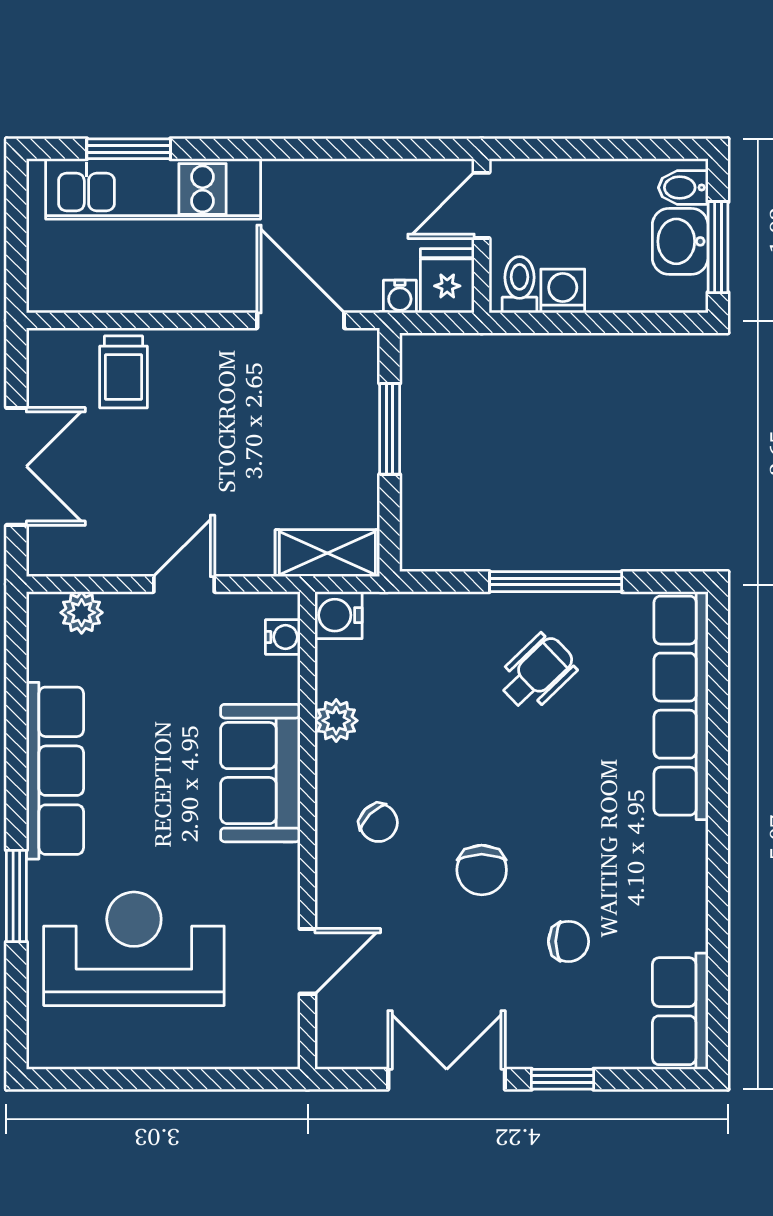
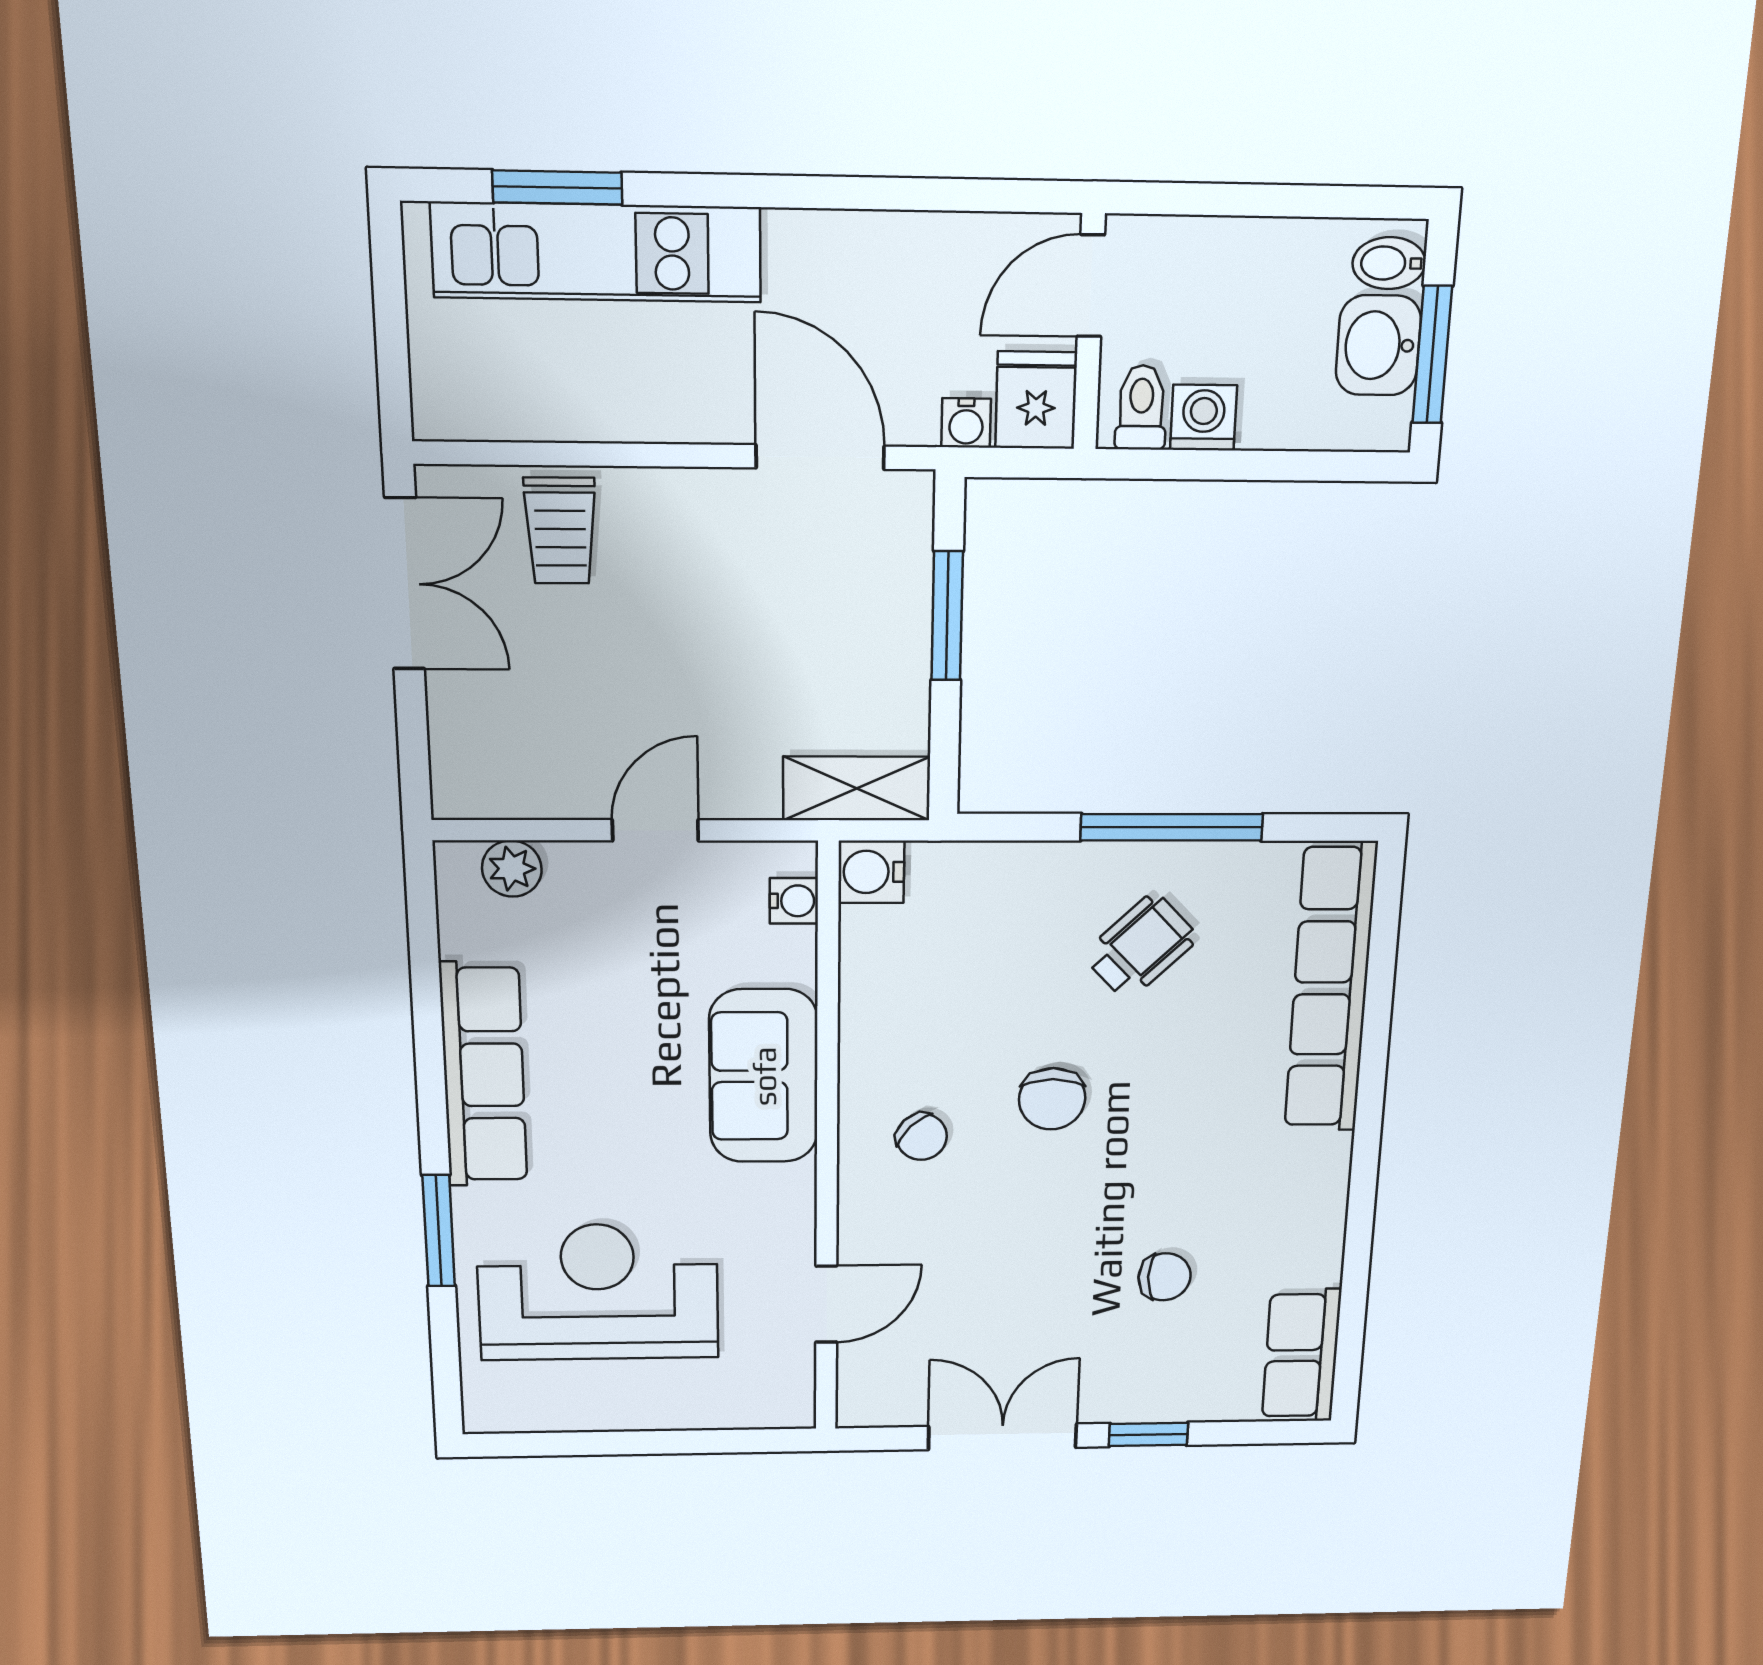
double door: (16, 466) -> (405, 584), moved
plant: (336, 721) -> (867, 1009), removed
chair: (482, 870) -> (1052, 1099), moved

